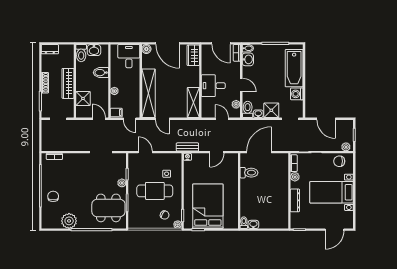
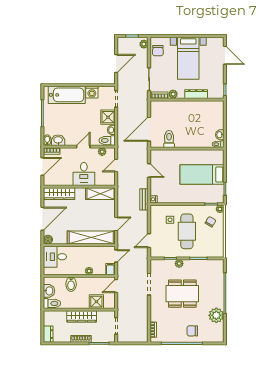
wardrobe: (193, 55) -> (59, 194), width x1.50
door: (259, 152) -> (149, 129), hinge flipped
bed: (208, 206) -> (202, 174), width x0.67
dining table: (108, 208) -> (182, 294), moved, turned 90

